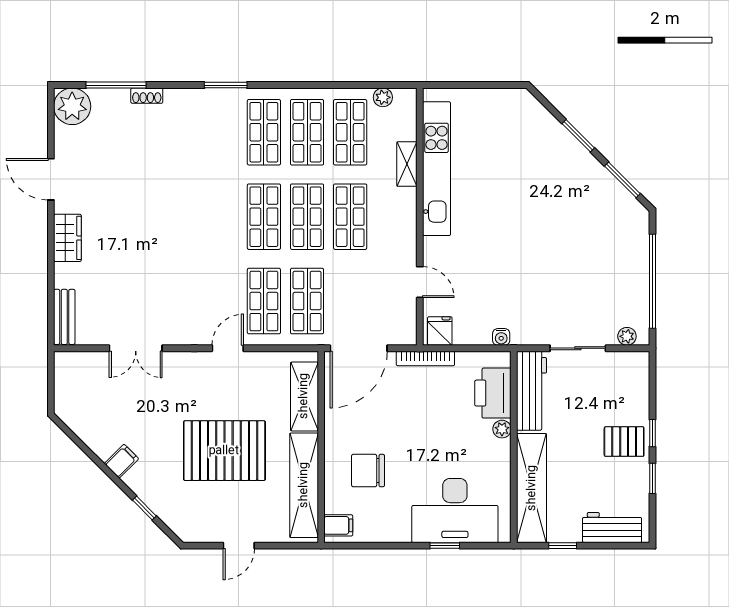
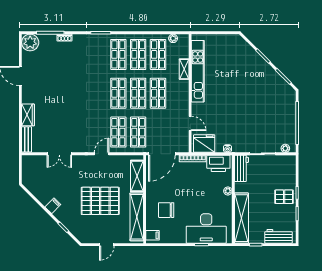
wardrobe: (67, 238) -> (28, 115), moved
fridge: (440, 331) -> (204, 144), width x1.88, depth x1.34
workbench: (532, 391) -> (241, 168), width x0.73
printer: (493, 393) -> (218, 163), moved, turned -90

